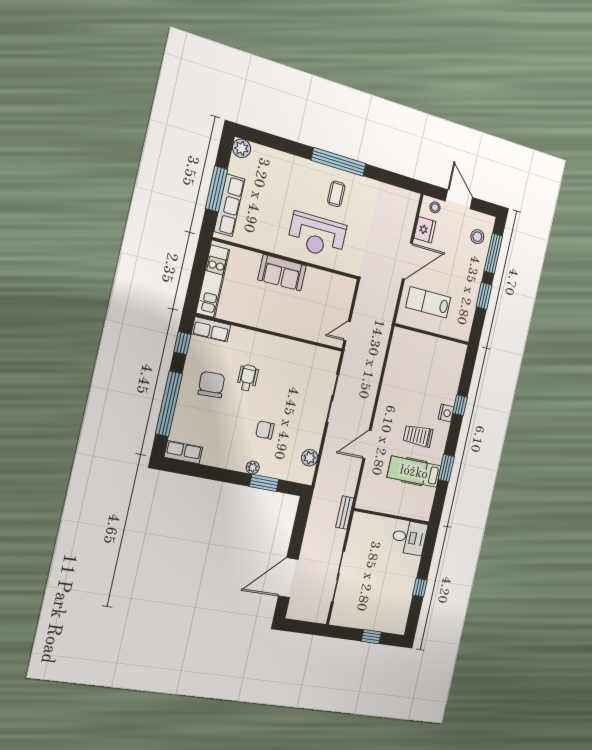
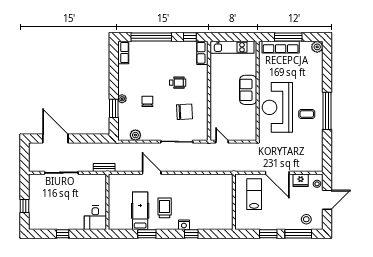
reception desk: (317, 235) -> (277, 107), width x1.36, depth x1.30
chair: (211, 385) -> (184, 112), moved

